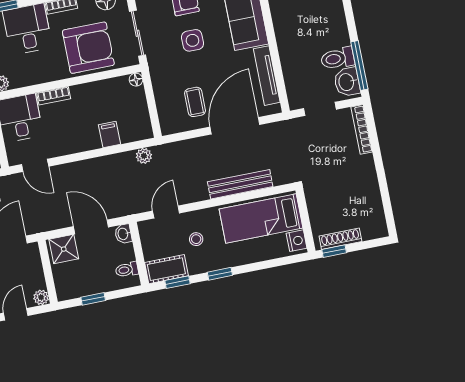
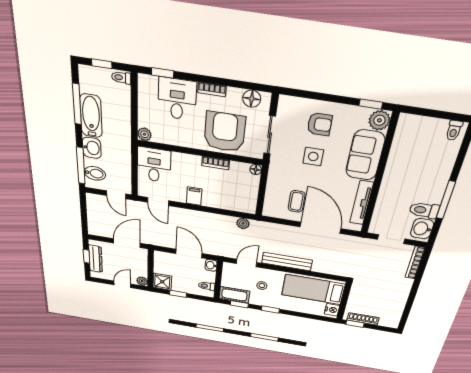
armchair: (88, 48) -> (225, 132), turned -90
window: (359, 66) -> (446, 200), moved
bookcase: (54, 96) -> (216, 163), moved
door: (235, 126) -> (320, 228), hinge flipped
filing cabinet: (110, 134) -> (194, 196), moved
bench: (240, 184) -> (287, 262), moved
shower: (64, 249) -> (162, 282), moved

